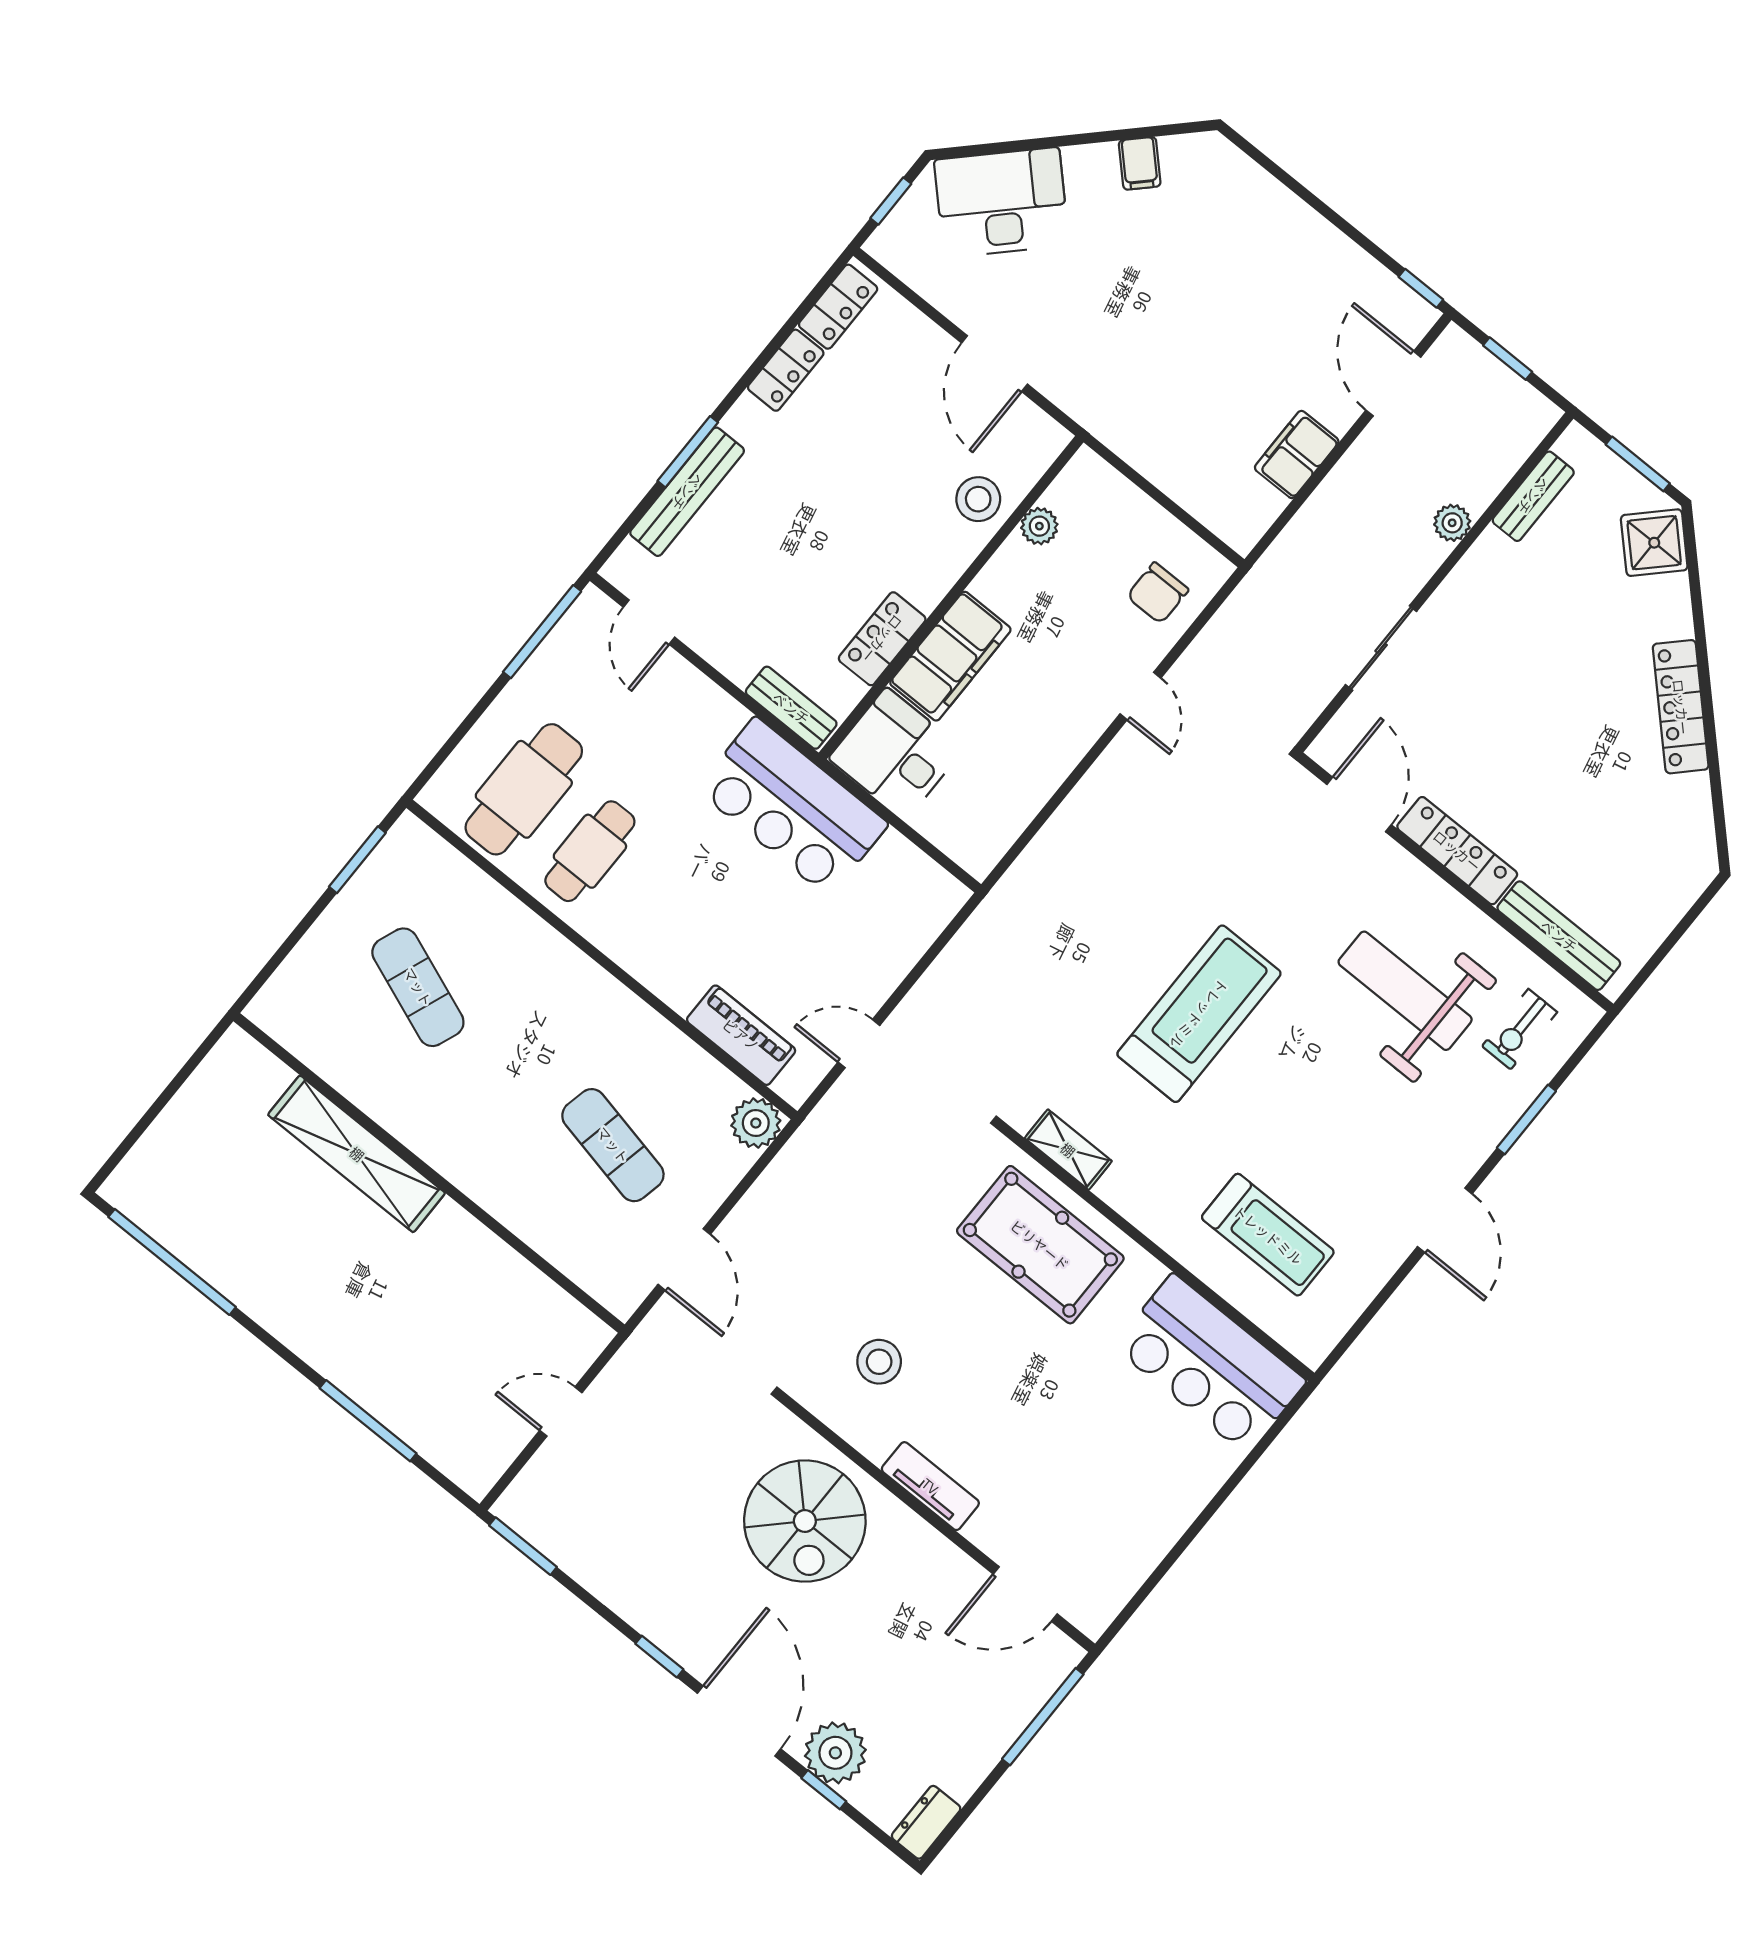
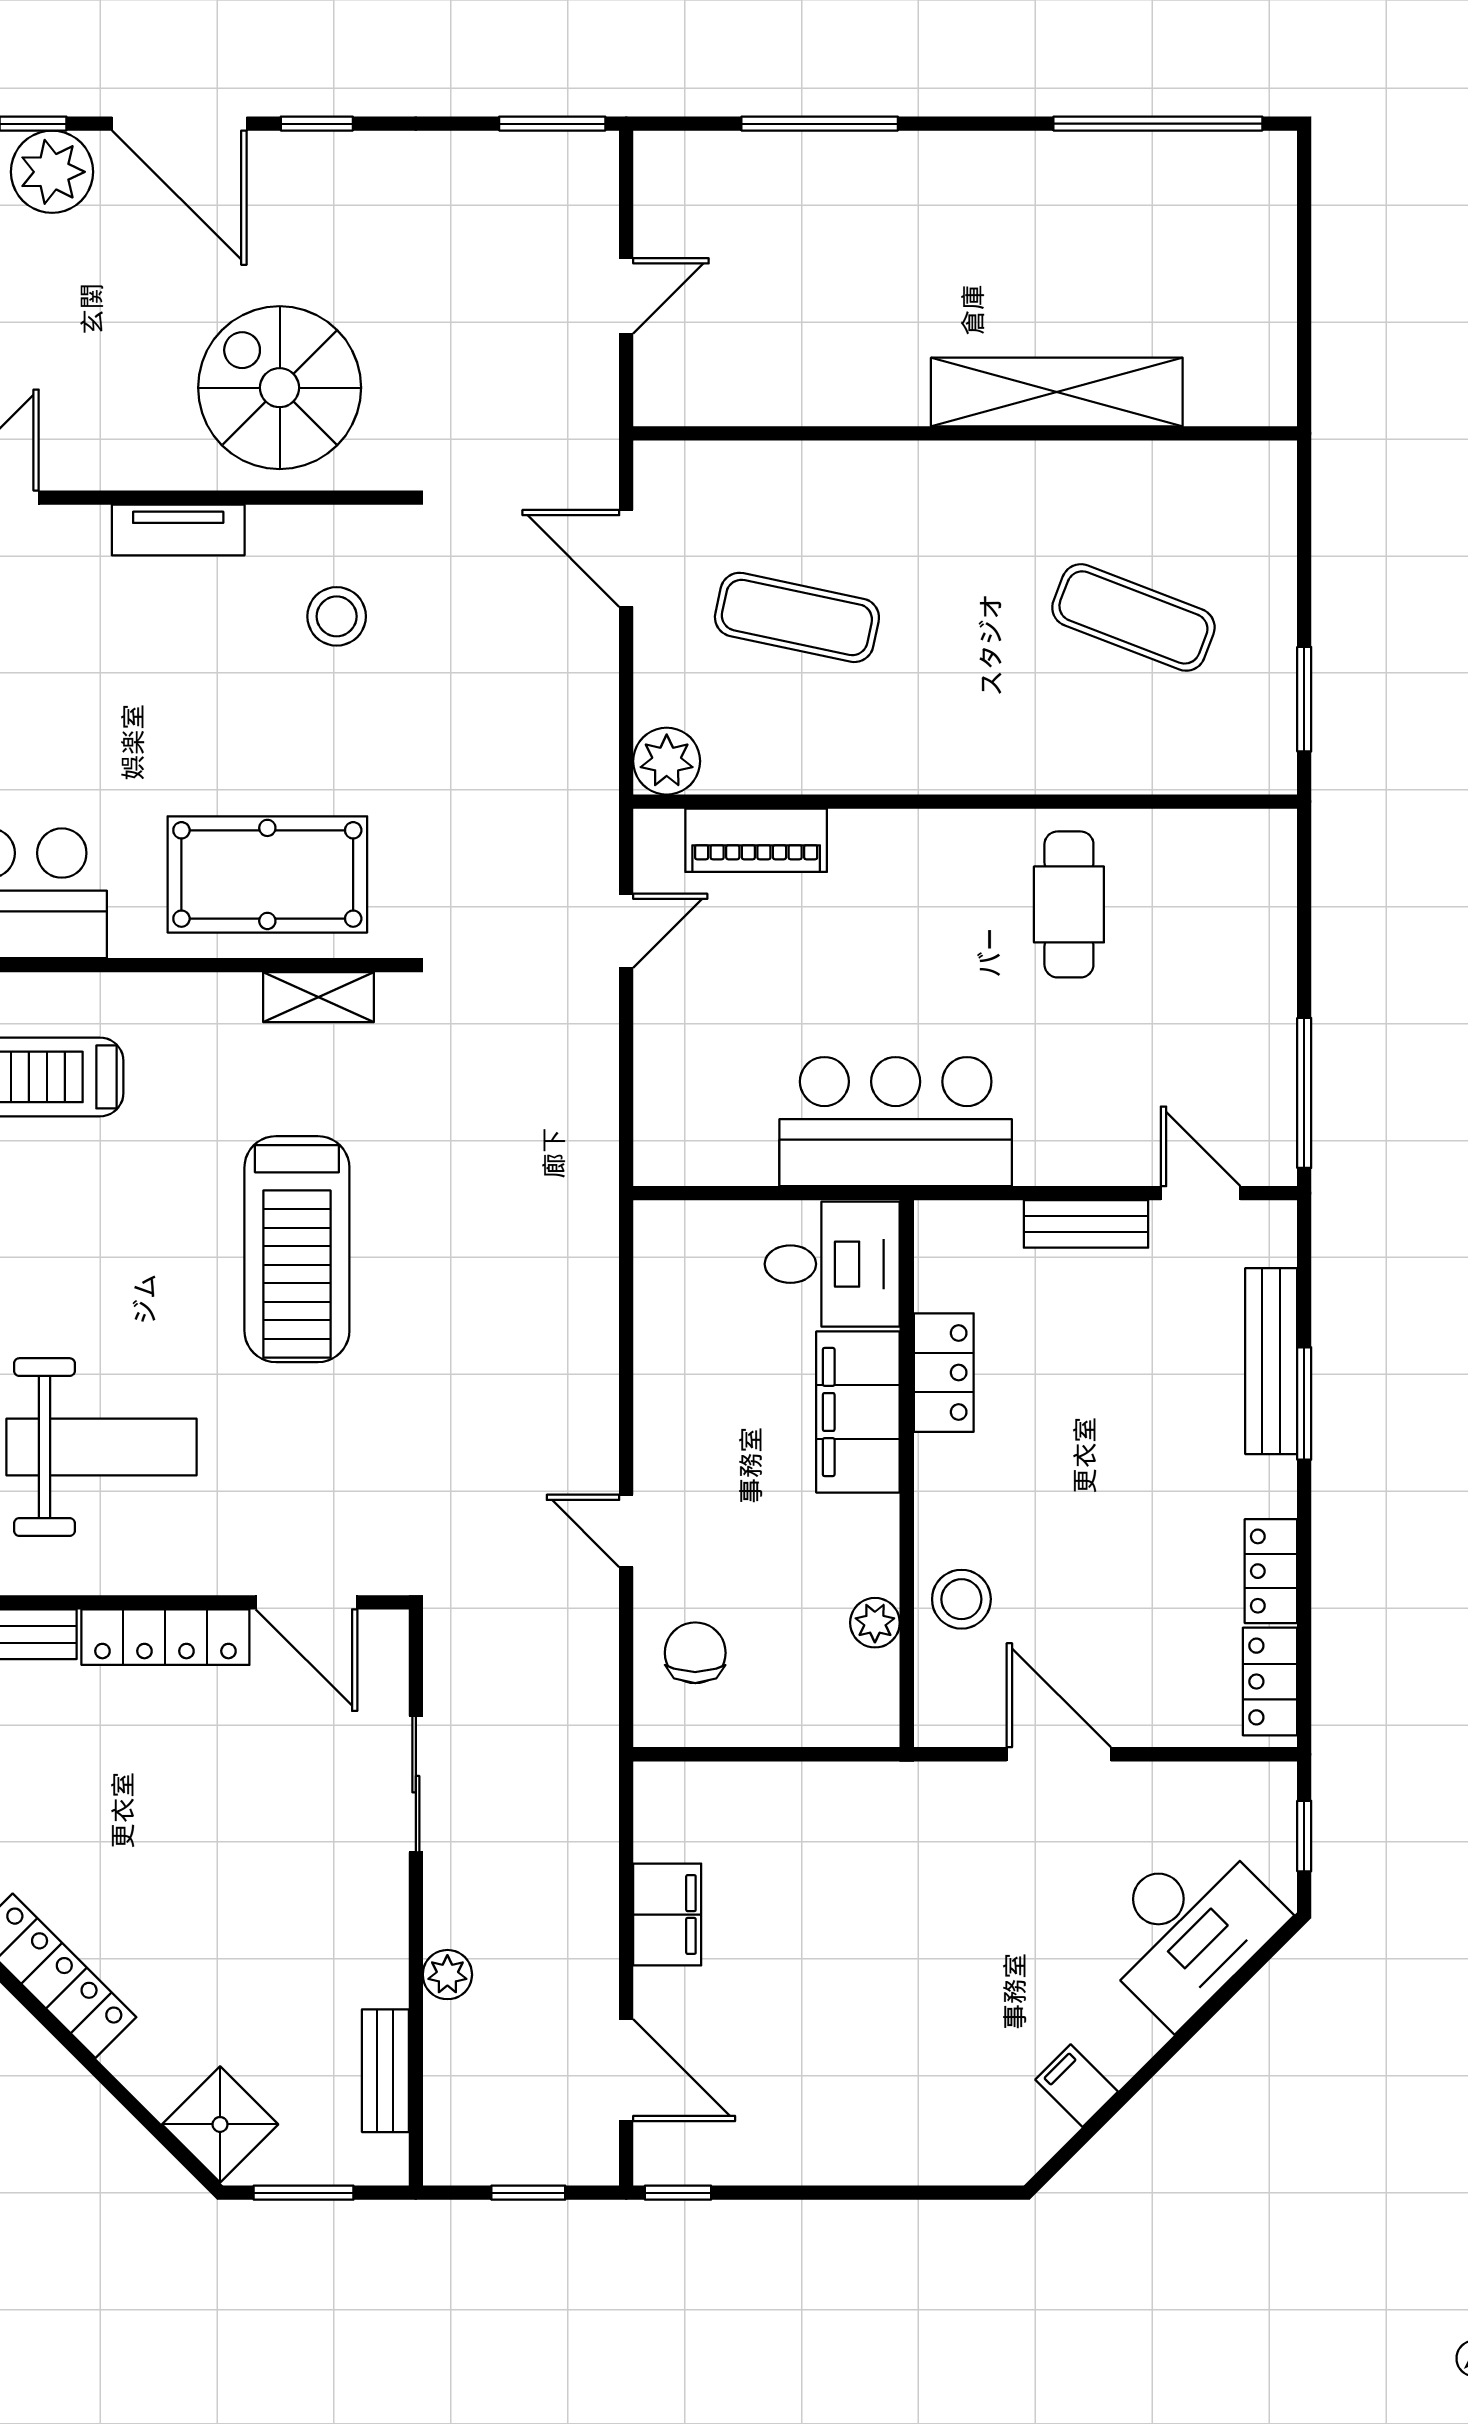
bench: (791, 708) -> (1086, 1224), moved
cafe table: (524, 789) -> (1190, 913), removed

